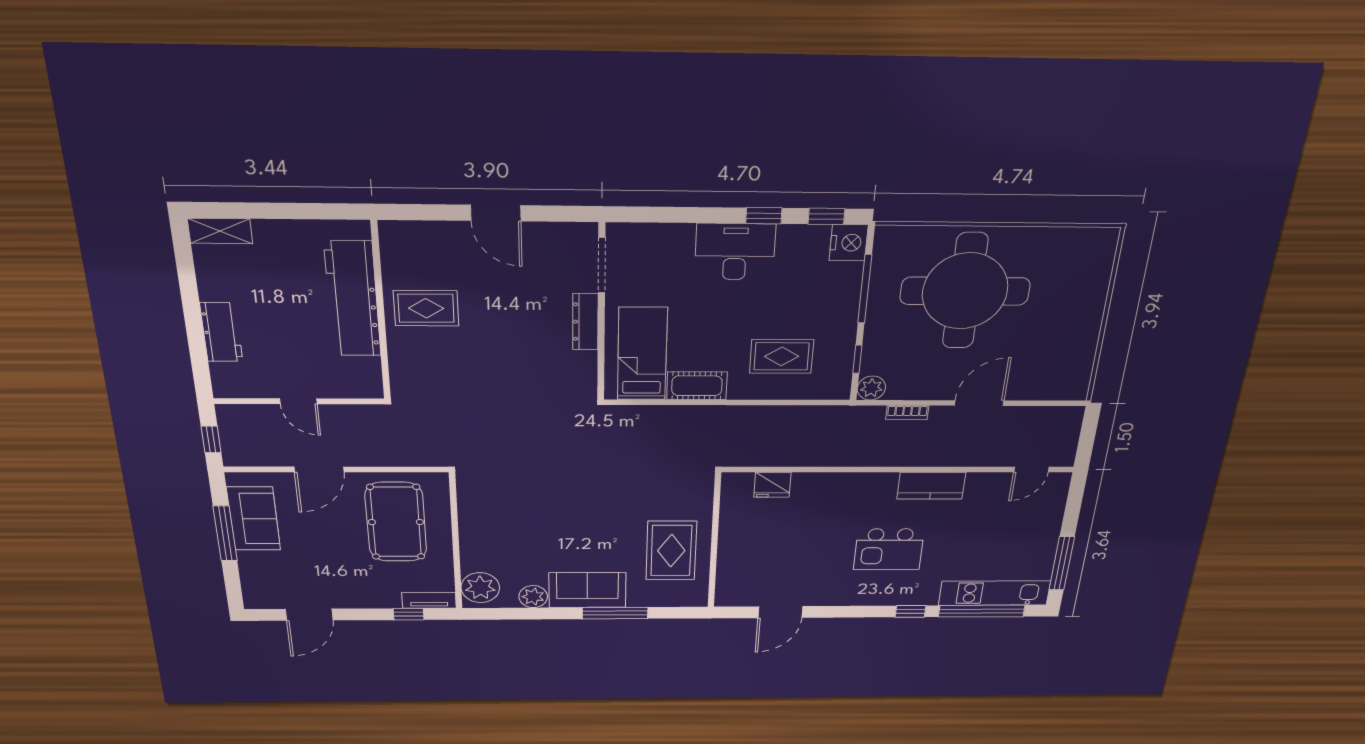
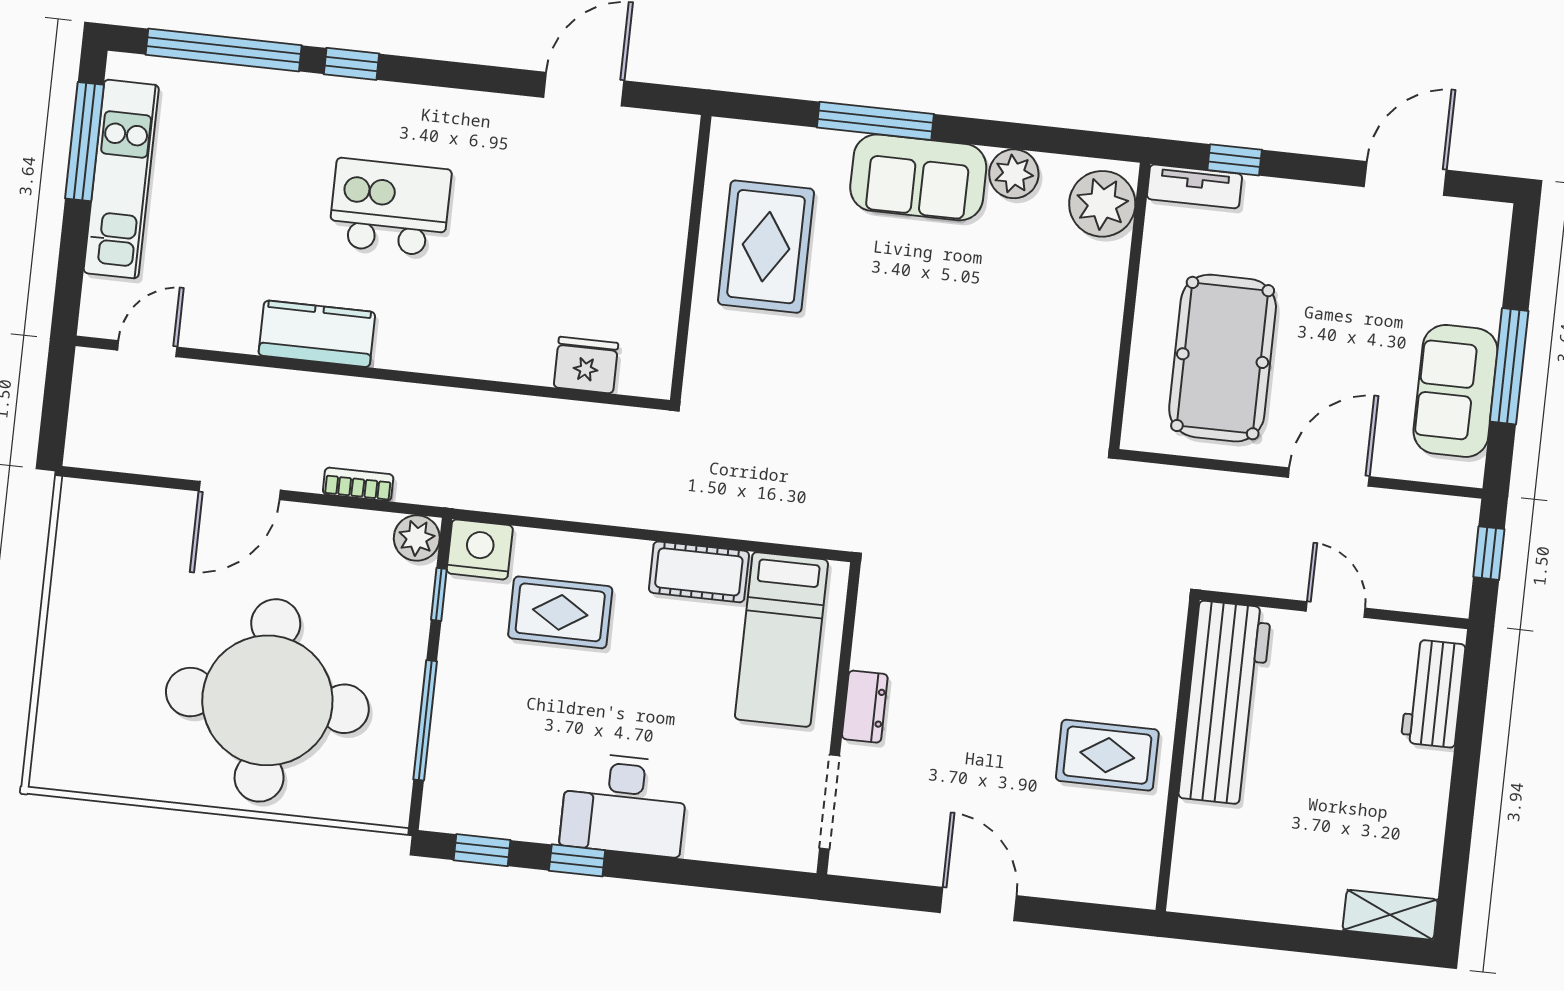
nightstand: (849, 243) -> (480, 549), moved, turned 90
workbench: (353, 299) -> (1225, 703), moved
dresser: (585, 322) -> (865, 707), width x0.70
workbench: (221, 332) -> (1433, 693), moved
kitchen unit: (995, 593) -> (121, 179), moved, turned -90

